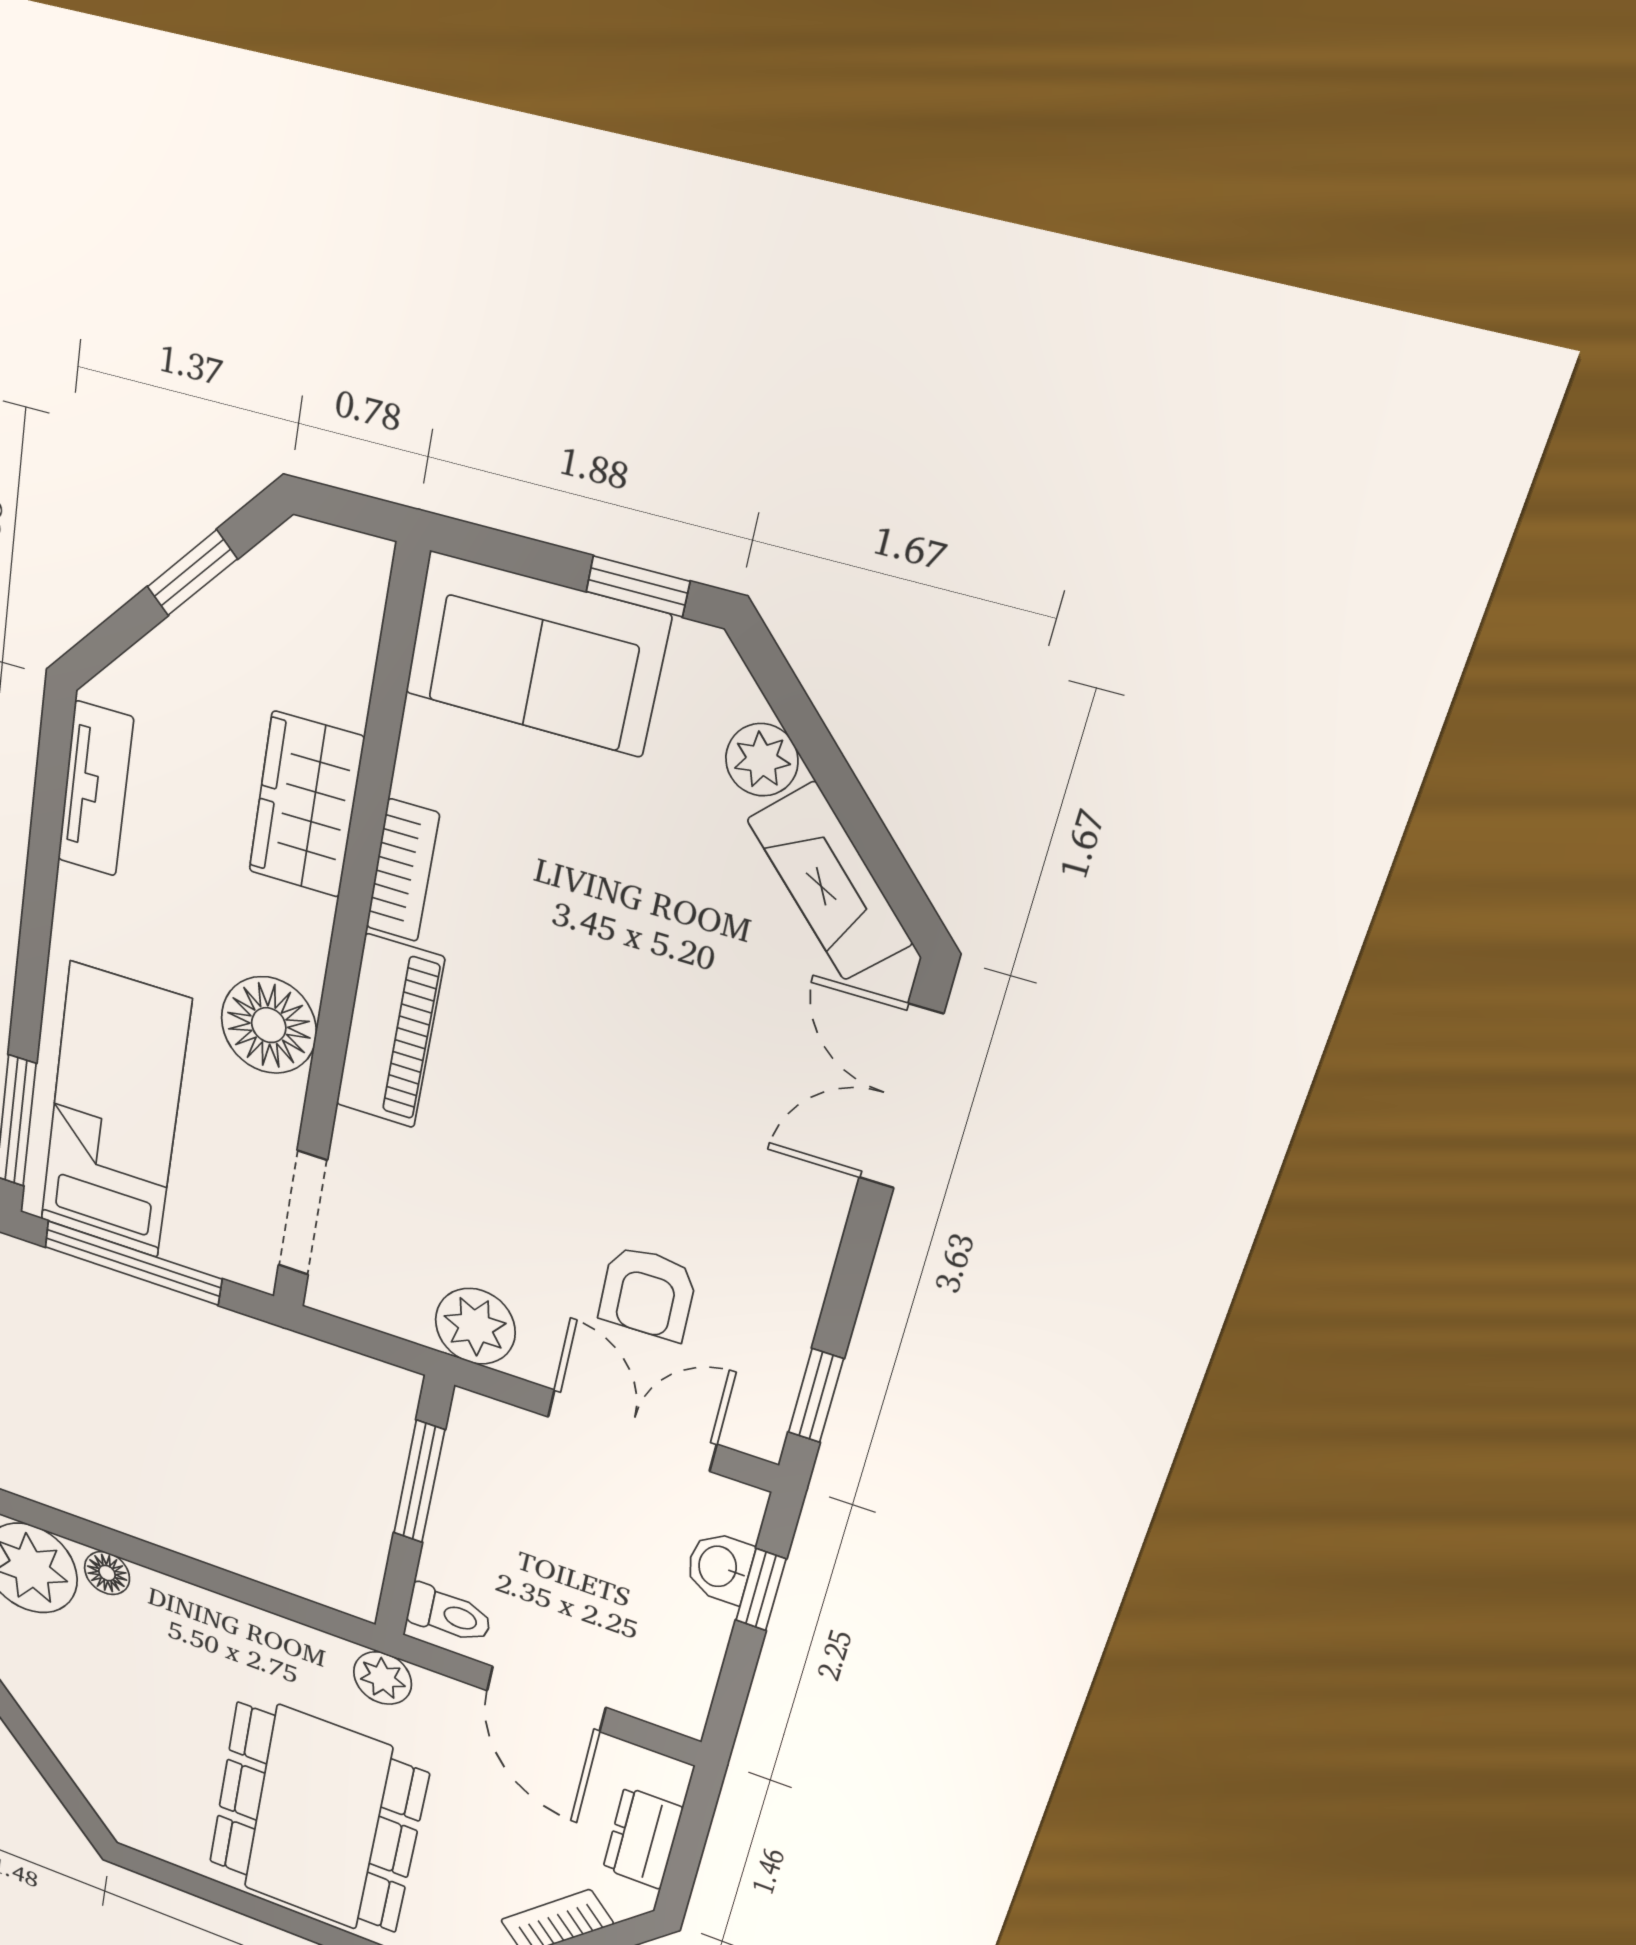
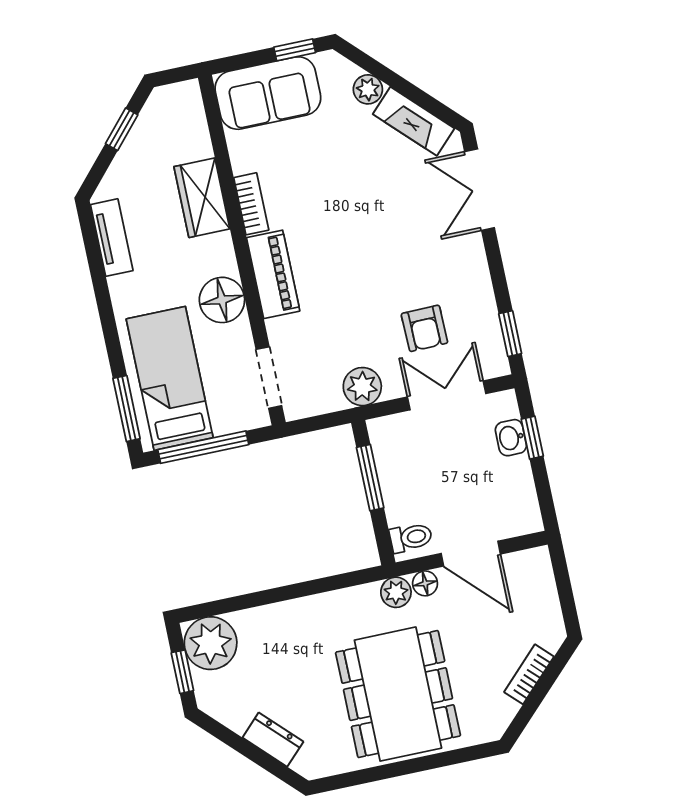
floor lamp: (107, 1573) -> (425, 583), moved
dresser: (643, 1838) -> (273, 740), moved, turned 135

